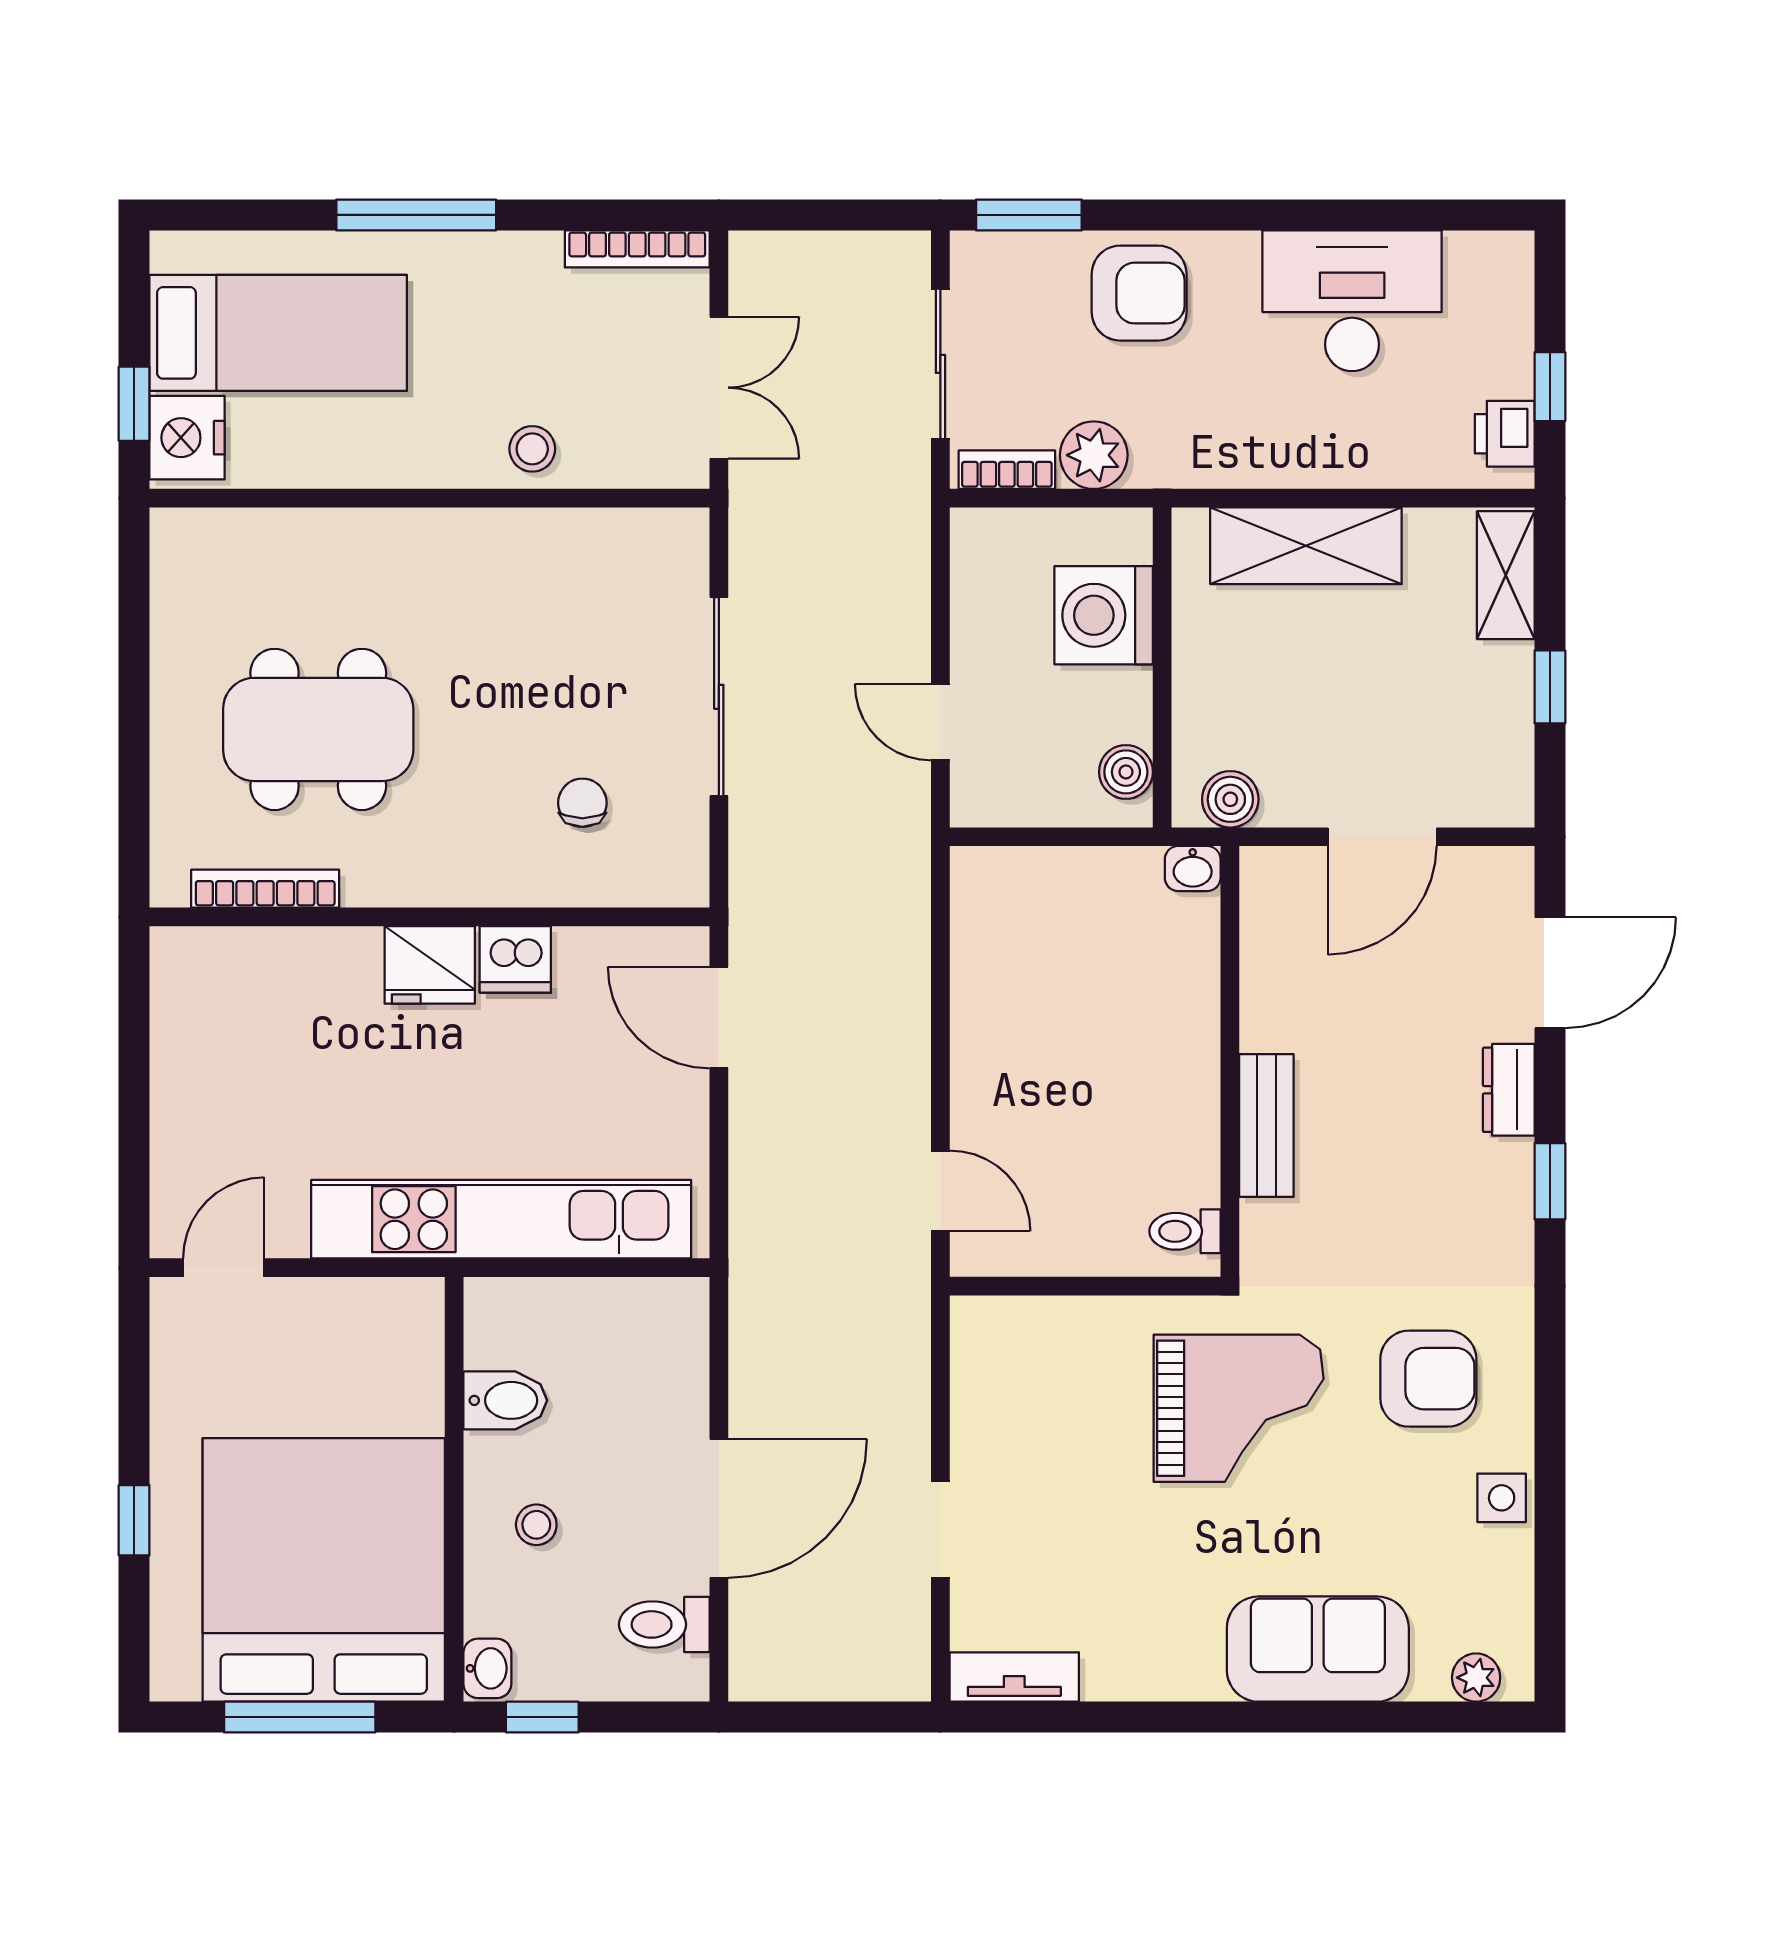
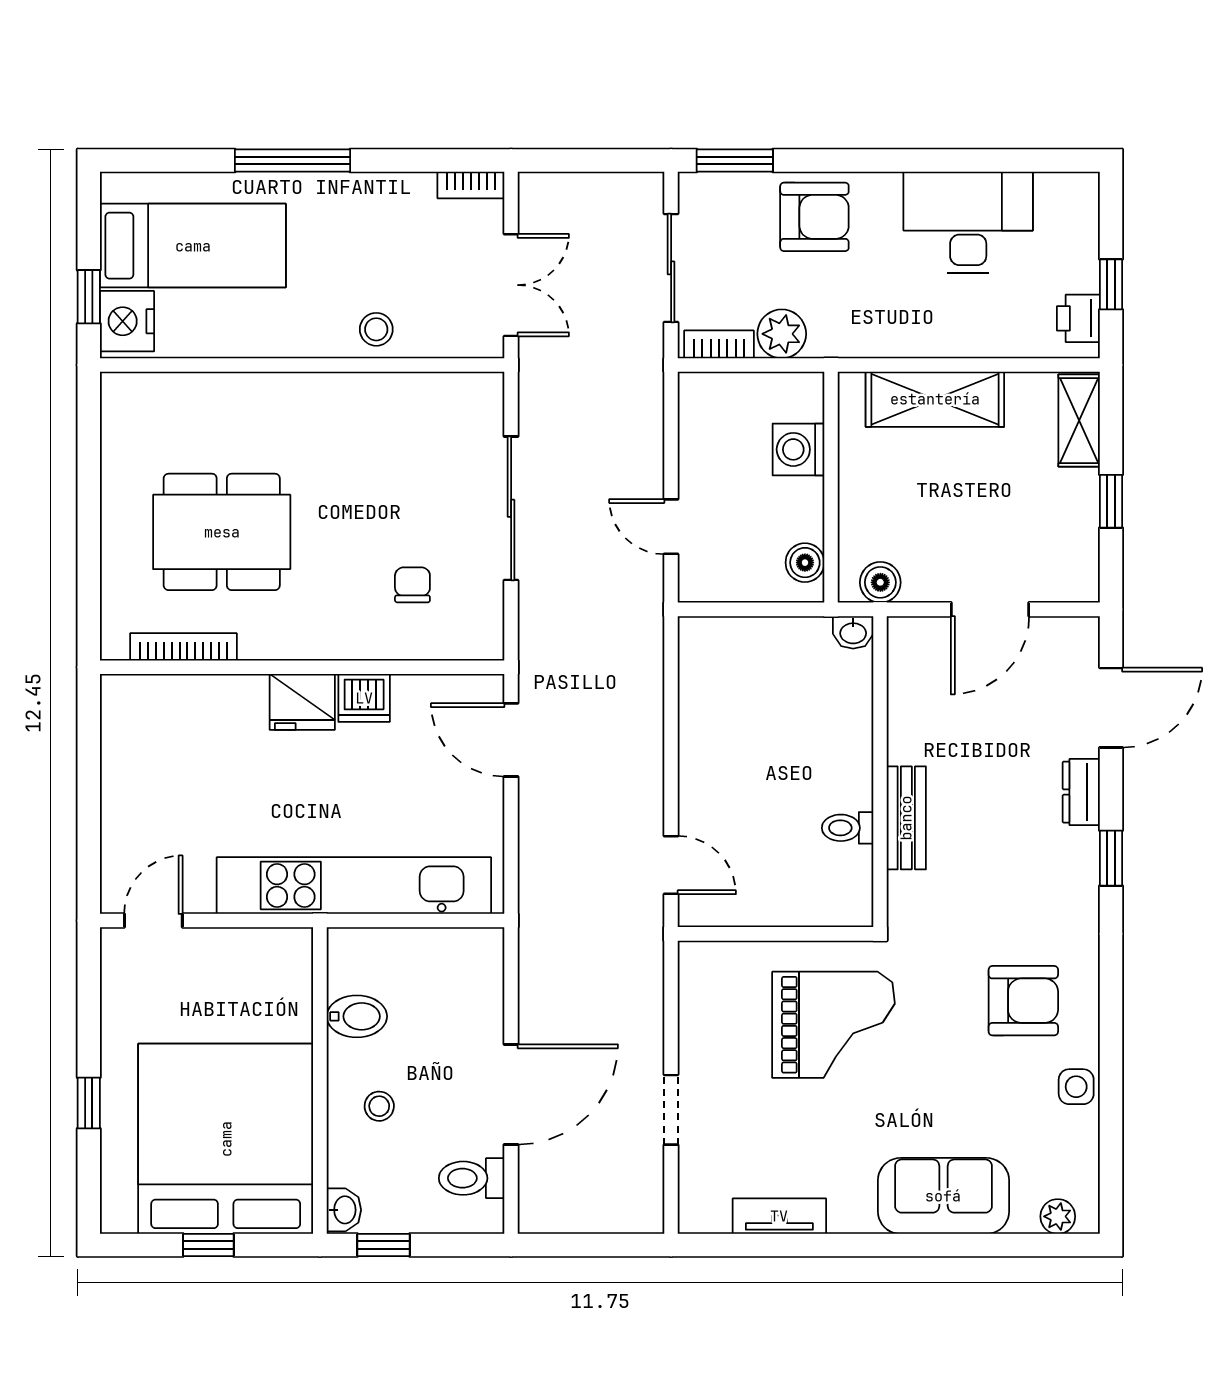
bookcase: (637, 249) -> (471, 185), width x0.64
washing machine: (1104, 615) -> (798, 449), width x0.73, depth x0.73
toilet: (1185, 1231) -> (848, 828), moved
grand piano: (1239, 1408) -> (834, 1025), moved
tv unit: (1014, 1677) -> (779, 1216), moved
window: (300, 1717) -> (208, 1245), width x0.46

